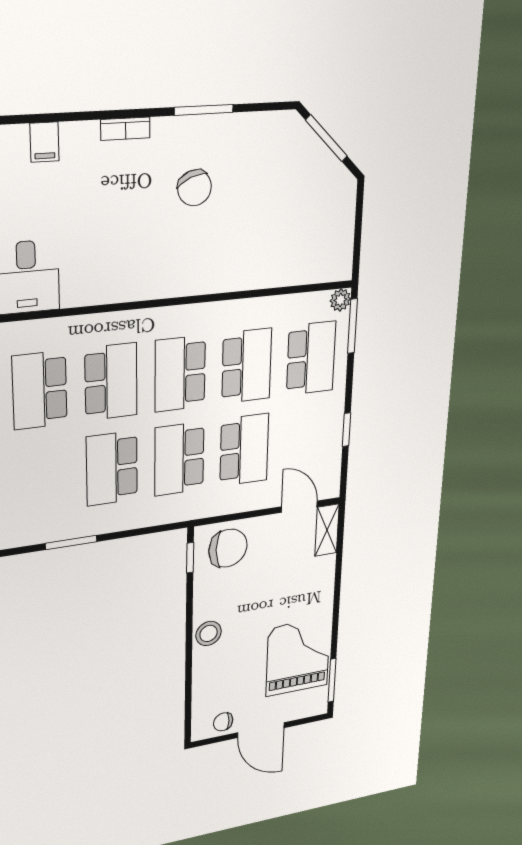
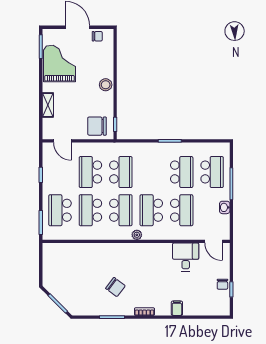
chair: (195, 188) -> (115, 287), turned 148
plant: (340, 300) -> (137, 235), moved
school desk: (112, 468) -> (182, 172), moved
shelving: (327, 530) -> (48, 105), moved
grand piano: (298, 657) -> (59, 64), turned 180

